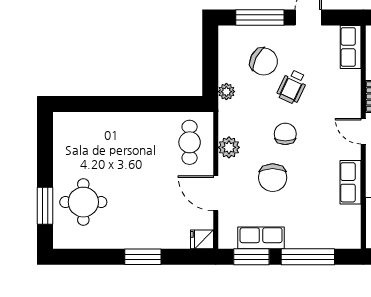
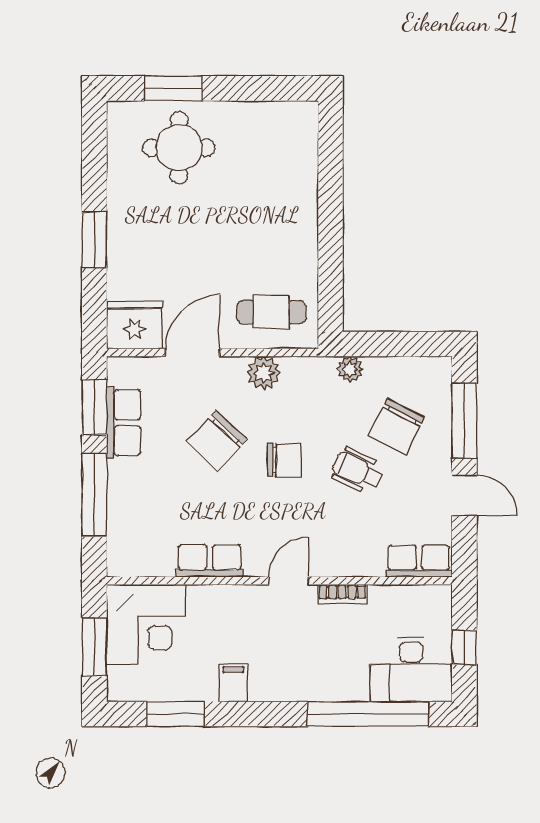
chair: (273, 178) -> (217, 441), turned -47
fridge: (202, 239) -> (134, 325), width x1.88, depth x1.34

